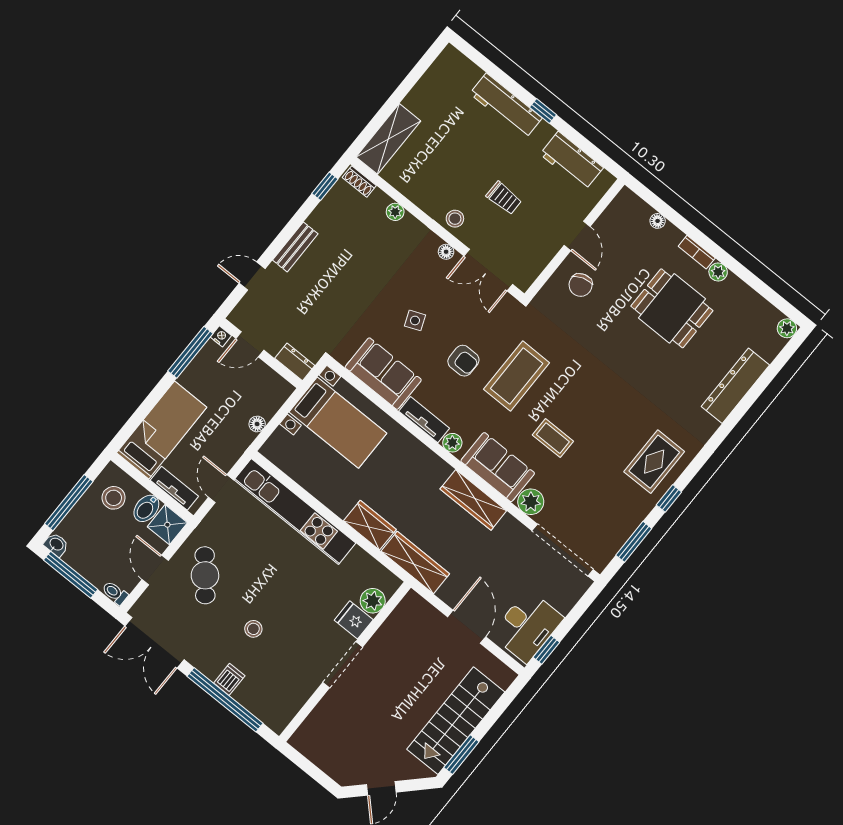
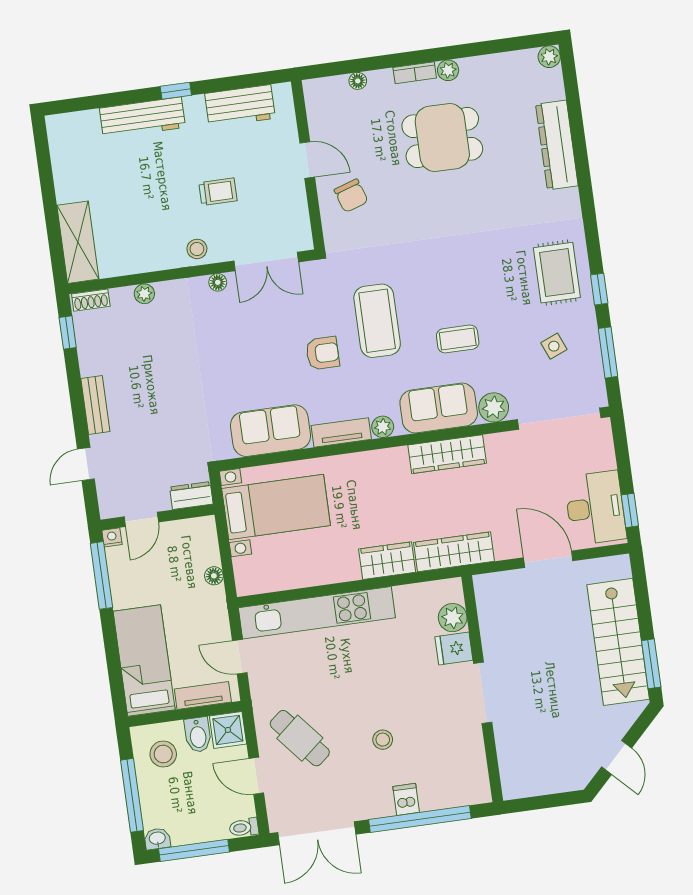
side table: (415, 320) -> (554, 346), moved

